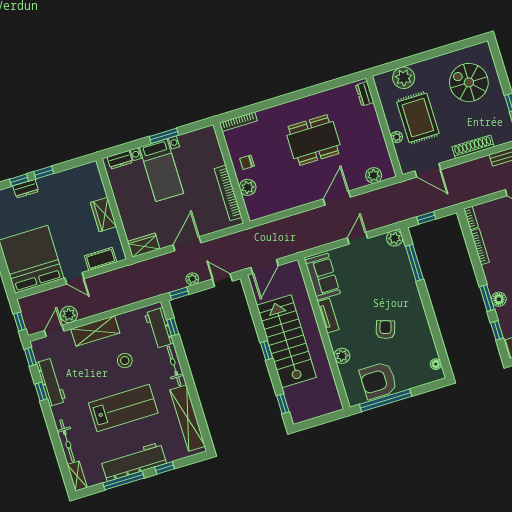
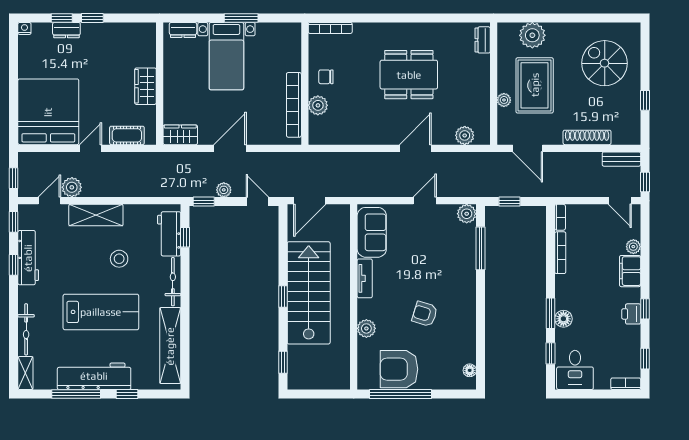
door: (74, 278) -> (91, 148), swing flipped
armchair: (385, 330) -> (425, 314), turned -91

